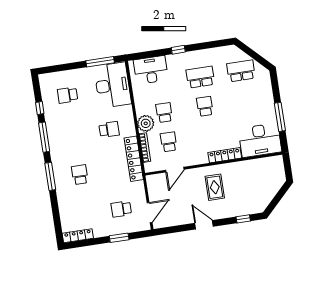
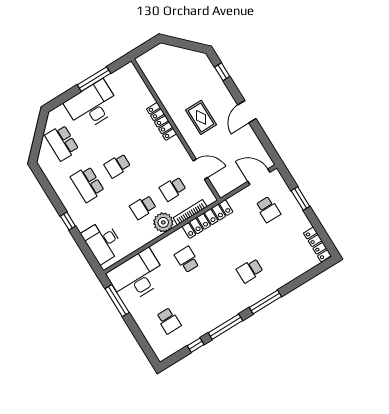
desk: (260, 140) -> (92, 106), moved, turned -90
rug: (215, 187) -> (201, 117), turned 90

